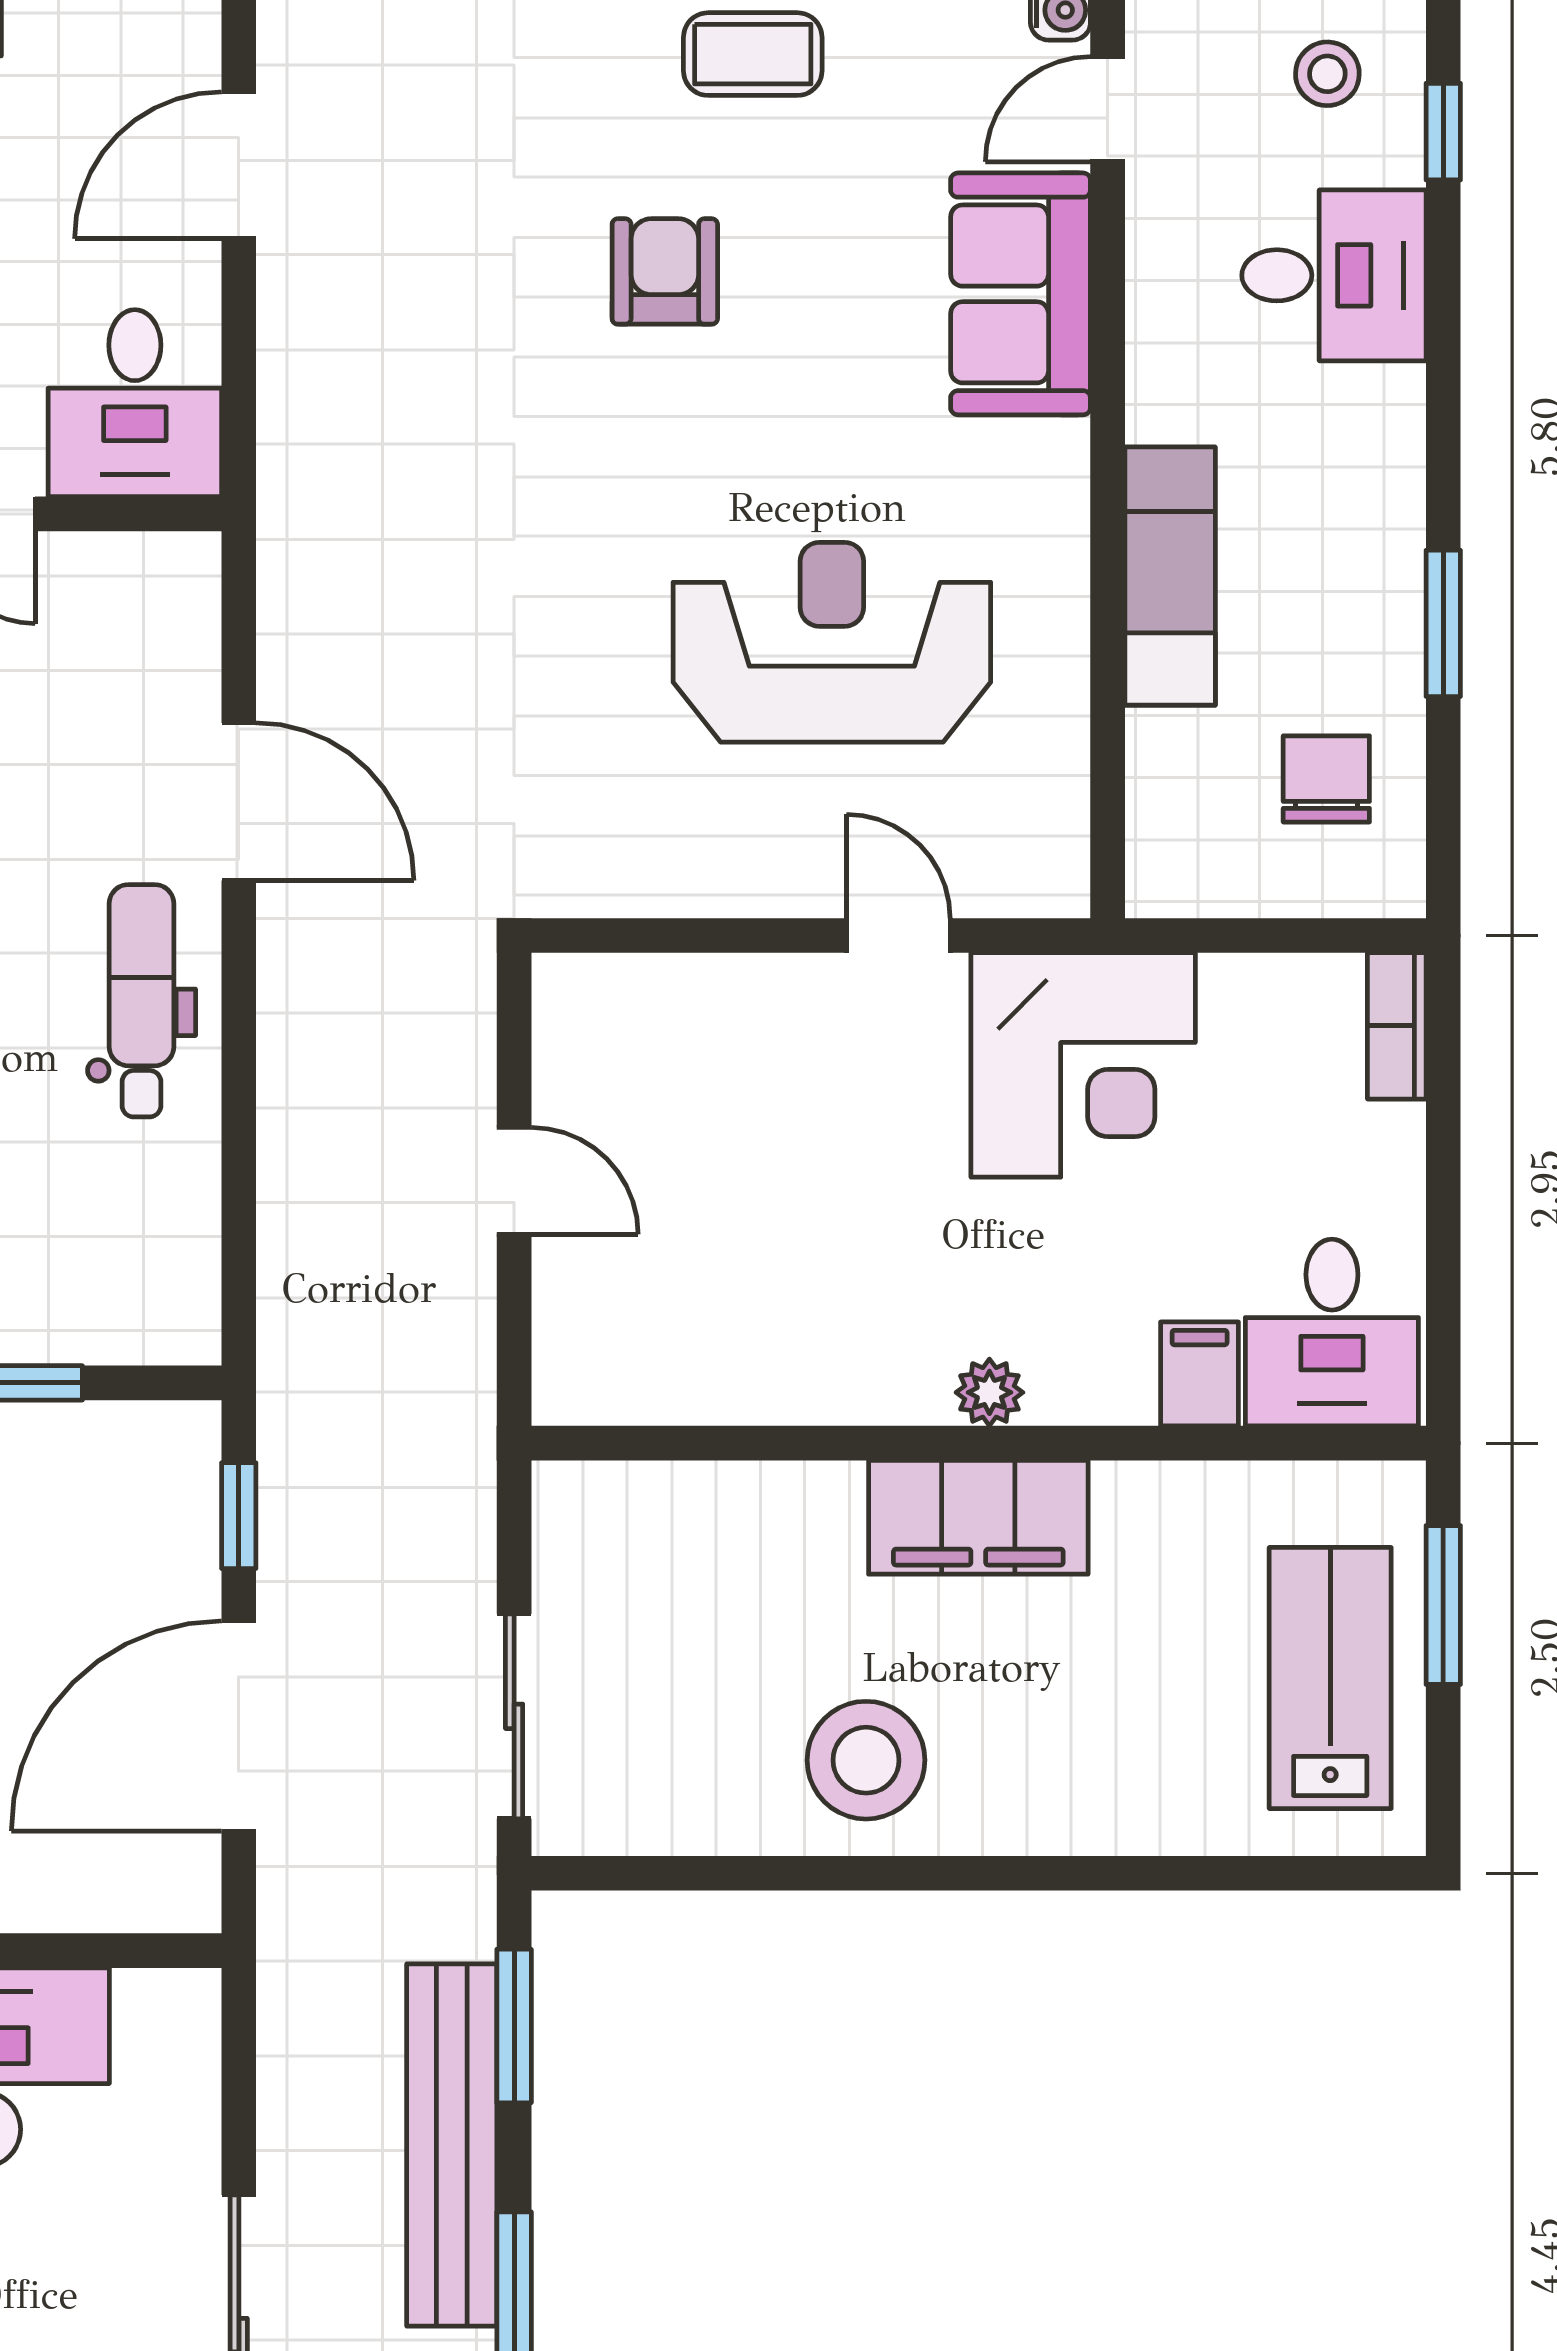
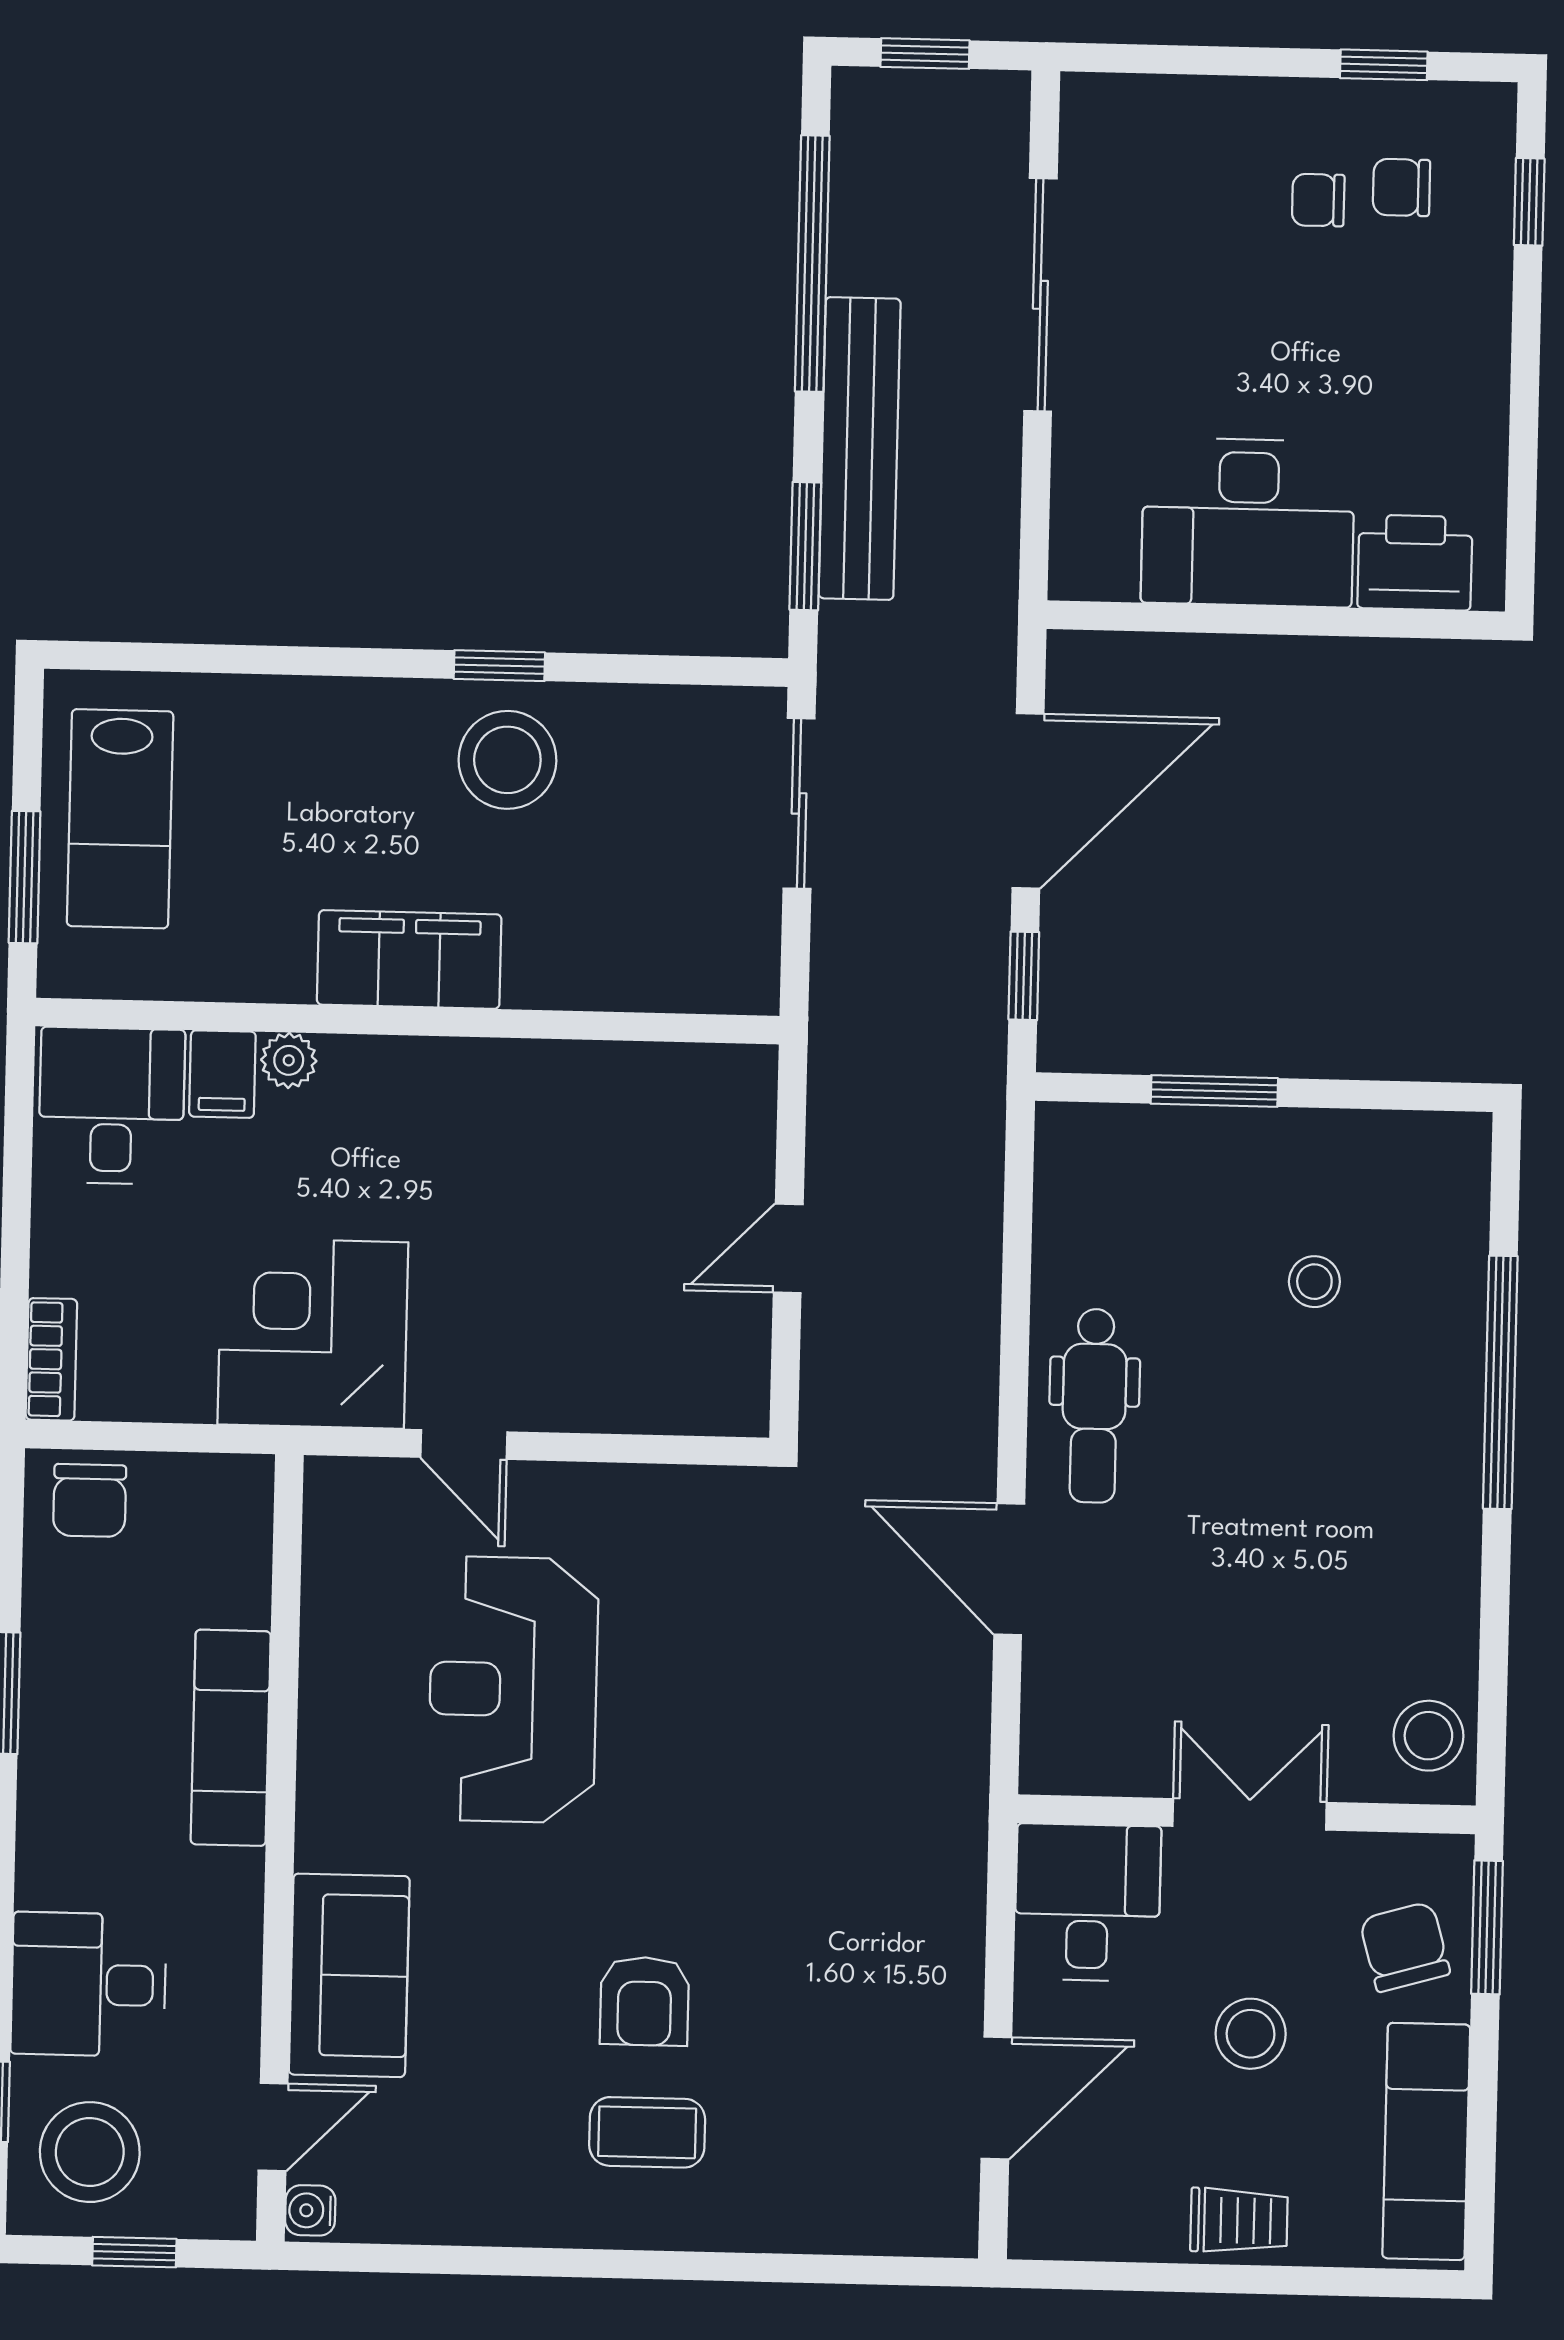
coffee table: (753, 54) -> (647, 2132), moved
stool: (1327, 74) -> (90, 2152), width x1.89, depth x1.89
reception desk: (832, 642) -> (513, 1690), turned 90
chair: (1326, 779) -> (90, 1500), moved
door: (514, 1181) -> (788, 1248), hinge flipped
plant: (989, 1392) -> (289, 1060), moved
window: (879, 1873) -> (499, 666), added

